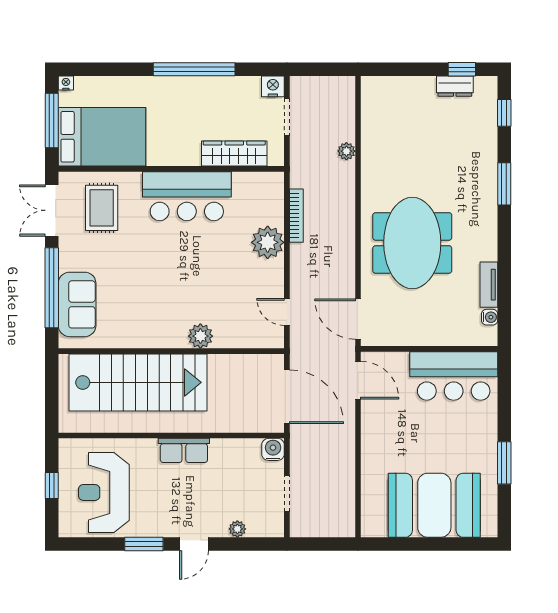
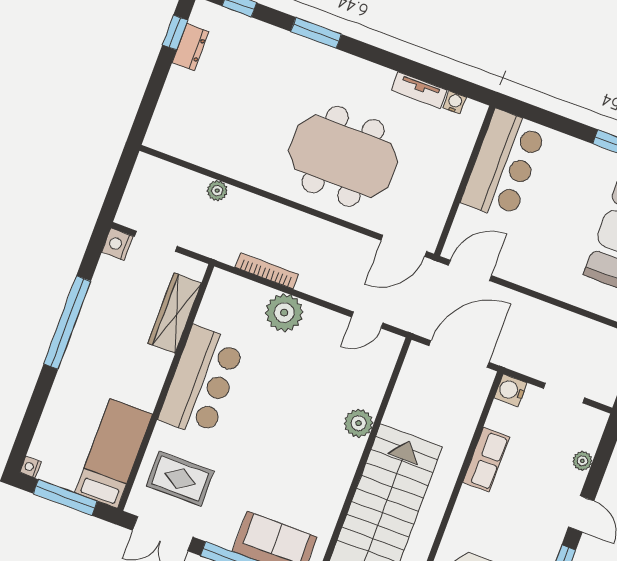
bed: (102, 137) -> (114, 454), width x0.67
row of seats: (184, 450) -> (486, 460), moved

